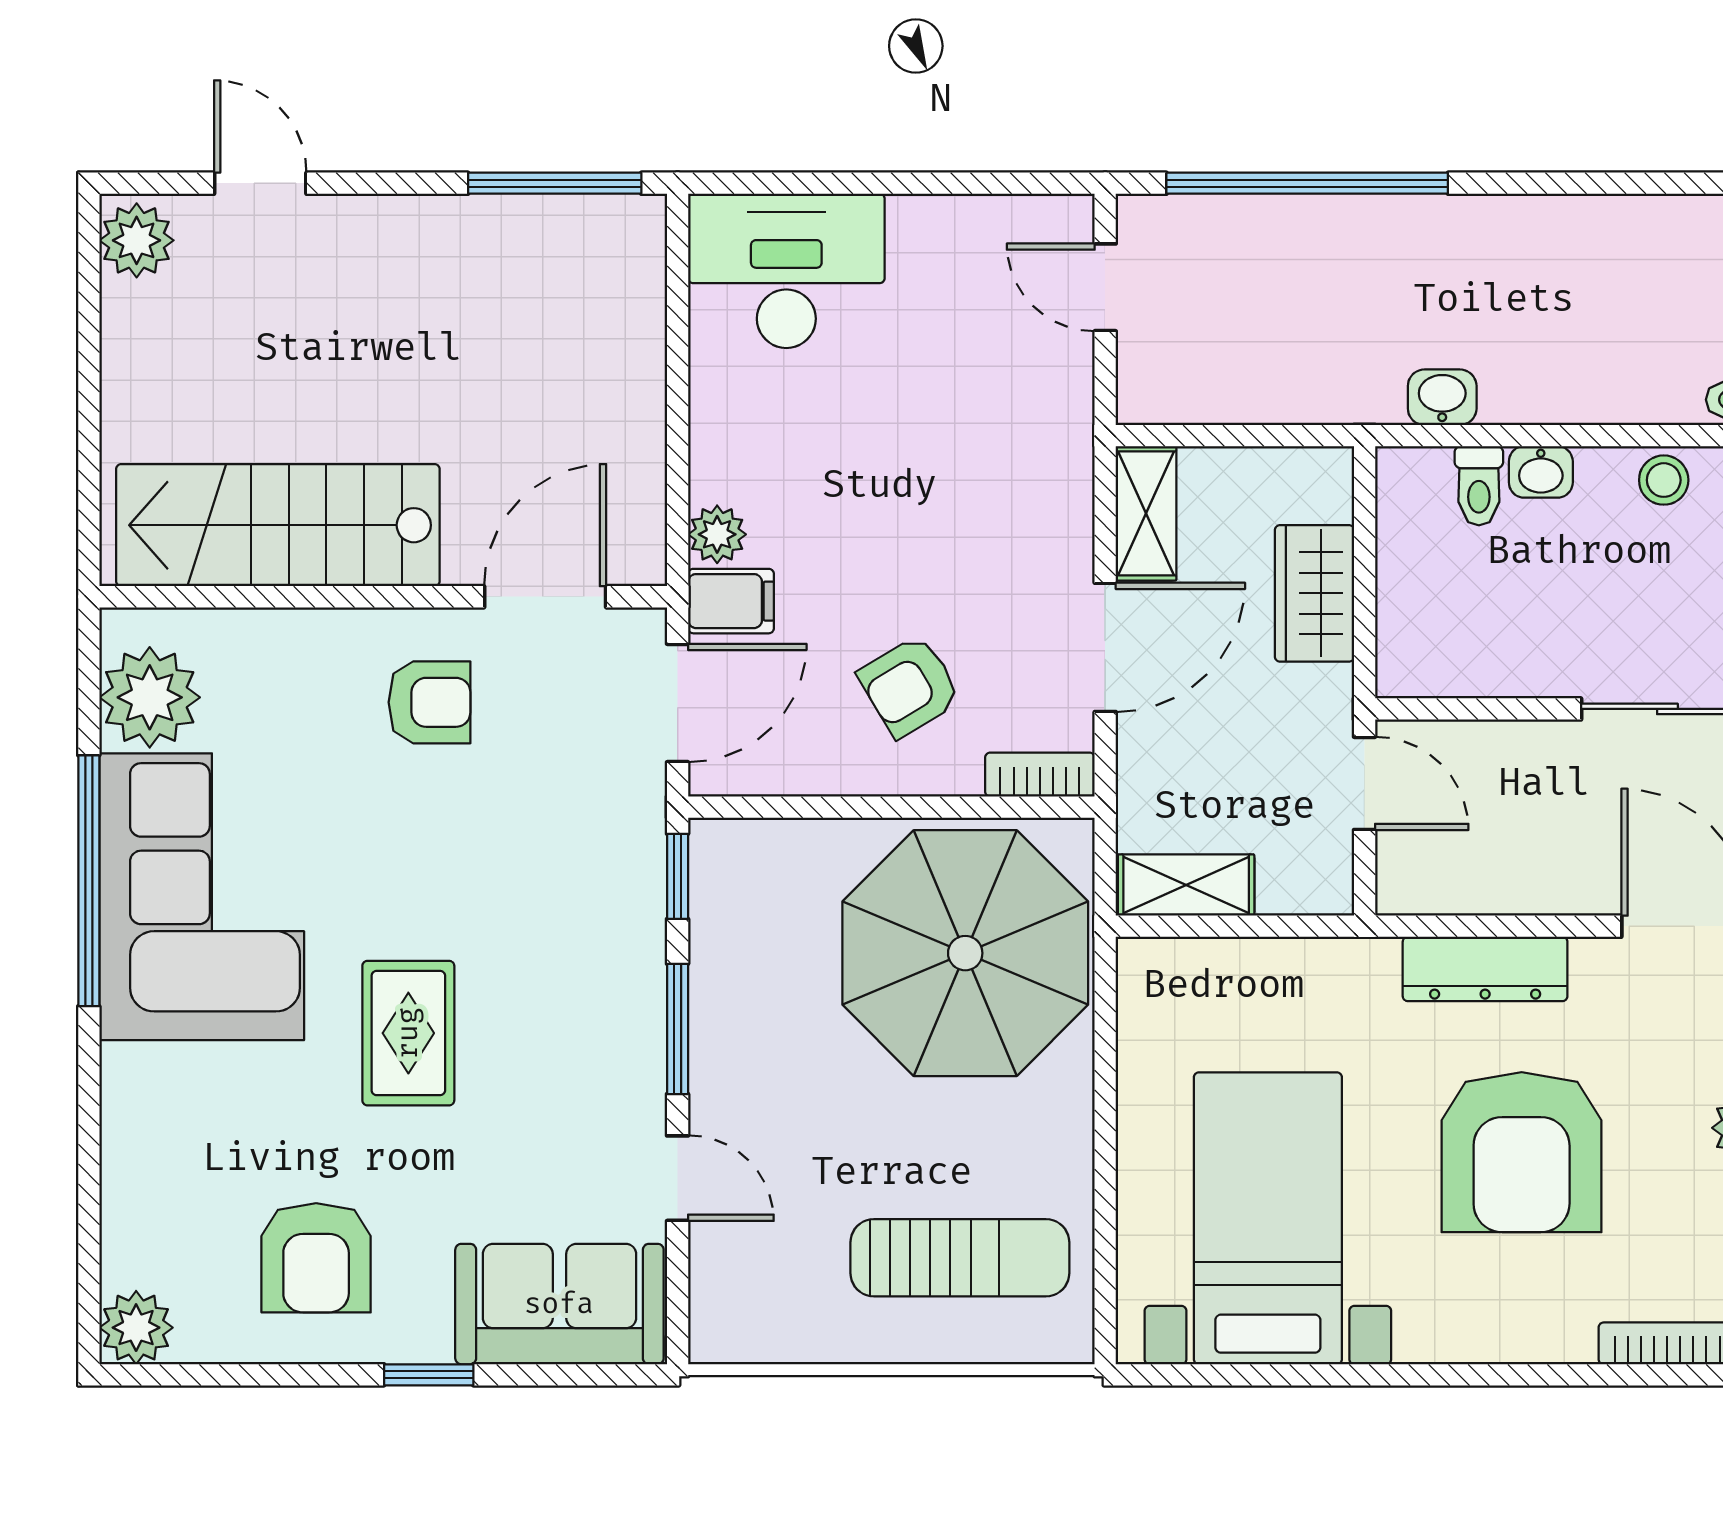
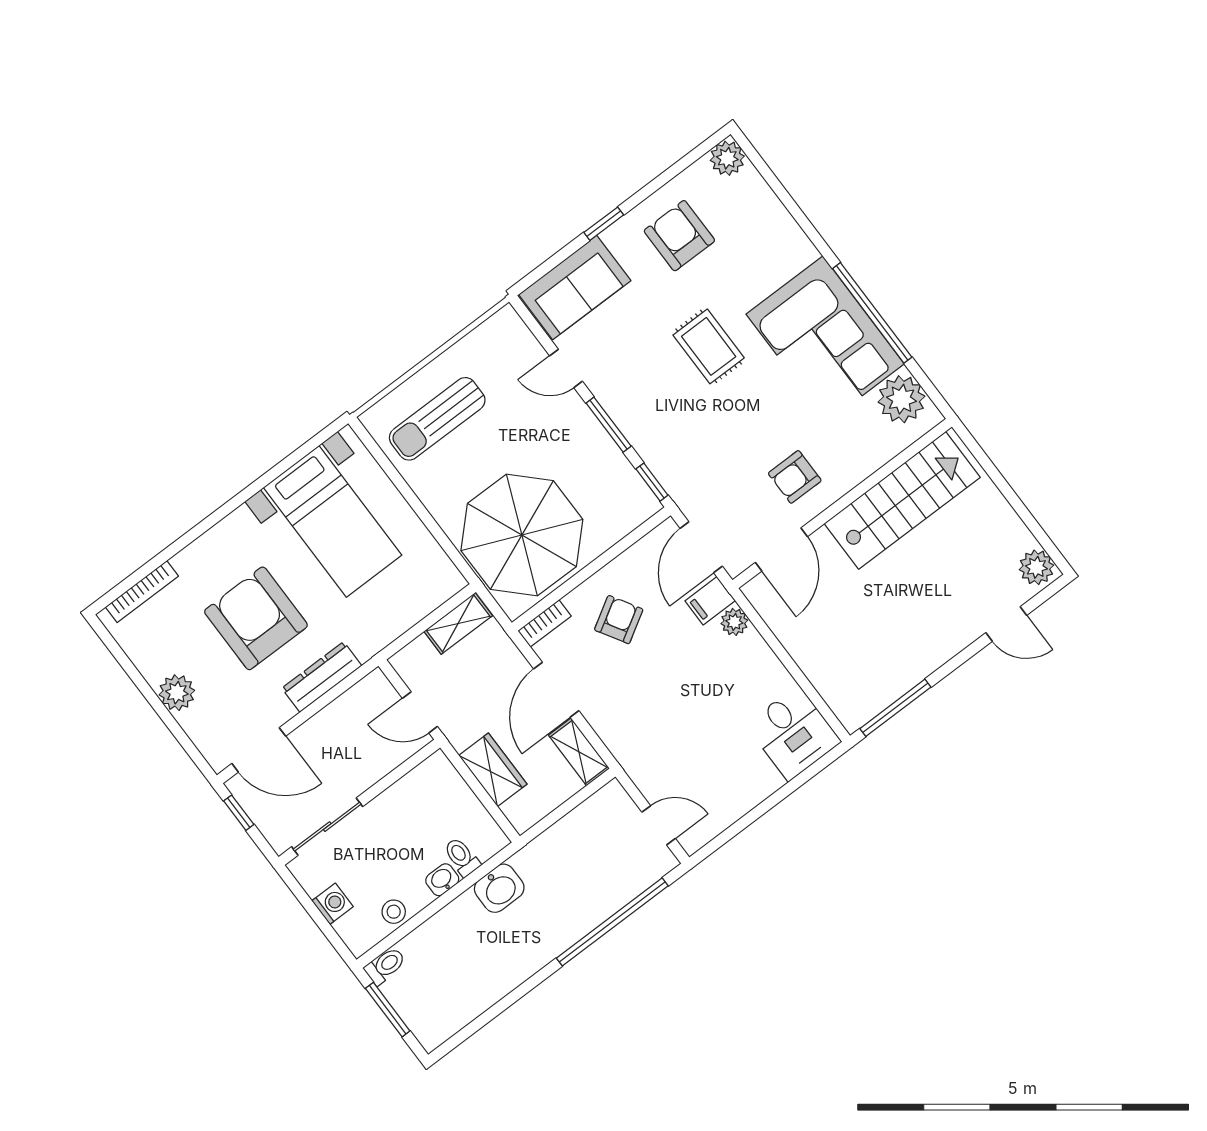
desk: (786, 271) -> (793, 733), width x0.73
washbasin: (1442, 397) -> (499, 888), width x1.38, depth x1.45

